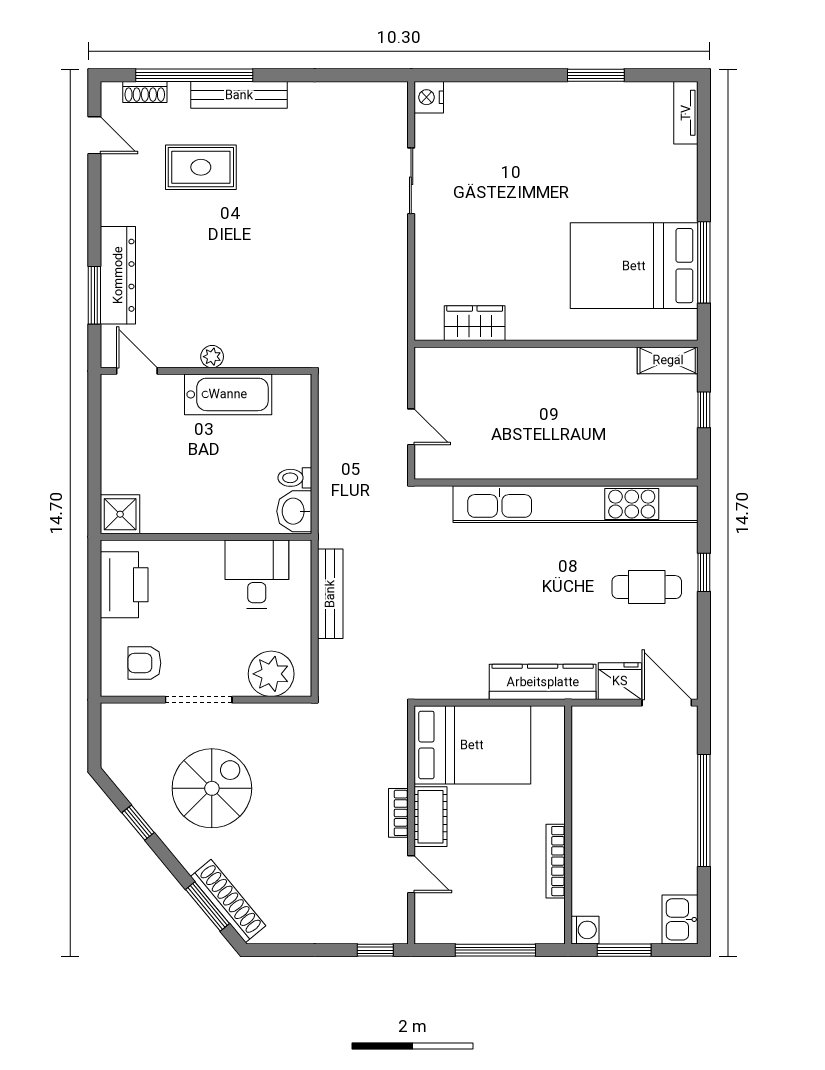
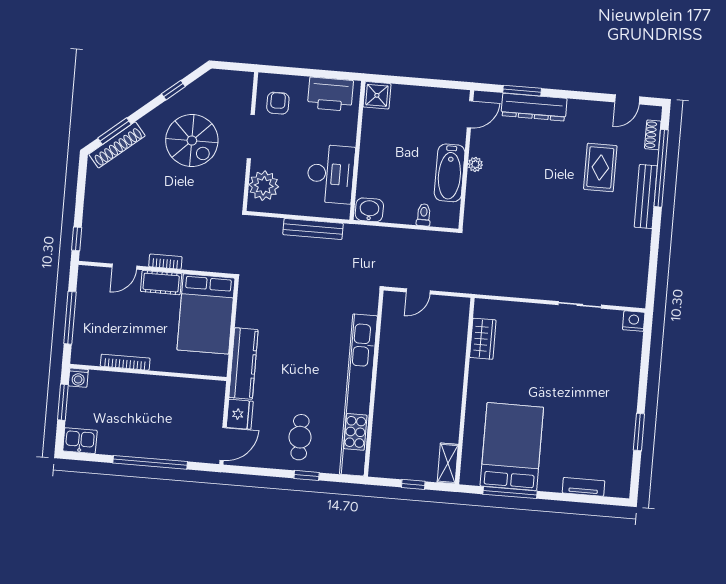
tv unit: (686, 113) -> (583, 487), moved
toilet: (295, 478) -> (424, 215), moved
desk: (257, 574) -> (331, 174), width x1.37

